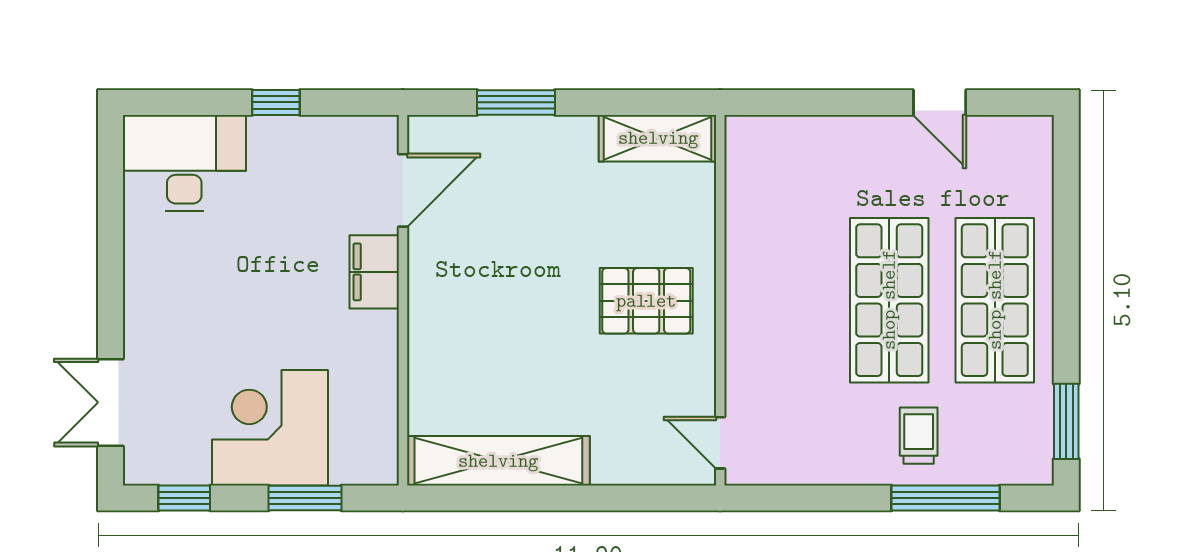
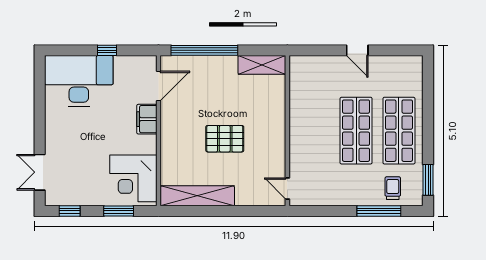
window: (516, 102) -> (204, 50), width x2.11
door: (940, 102) -> (357, 50), moved
desk: (184, 163) -> (79, 81), width x1.36, depth x1.30
pallet: (646, 301) -> (225, 139), moved
corner desk: (270, 428) -> (133, 178), moved, turned -90
trolley: (919, 436) -> (393, 188), moved

